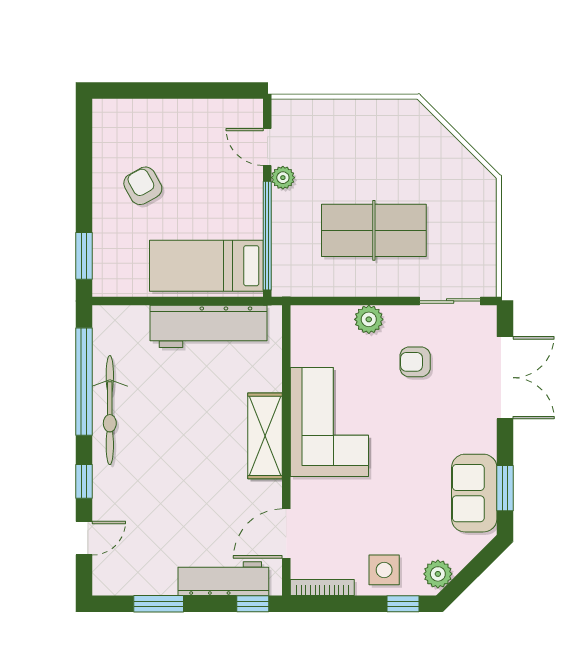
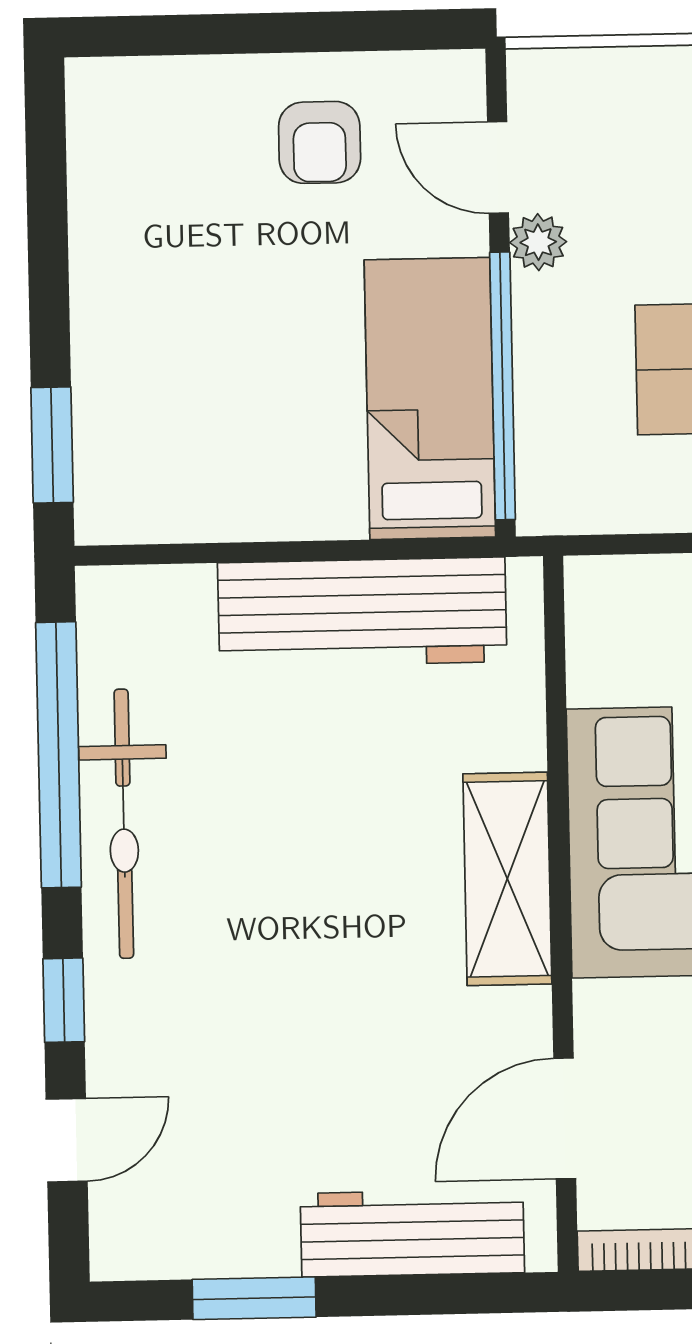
armchair: (143, 186) -> (320, 142), moved, turned -151
bed: (206, 266) -> (430, 398), moved, turned 90
window: (253, 604) -> (486, 1293), removed

